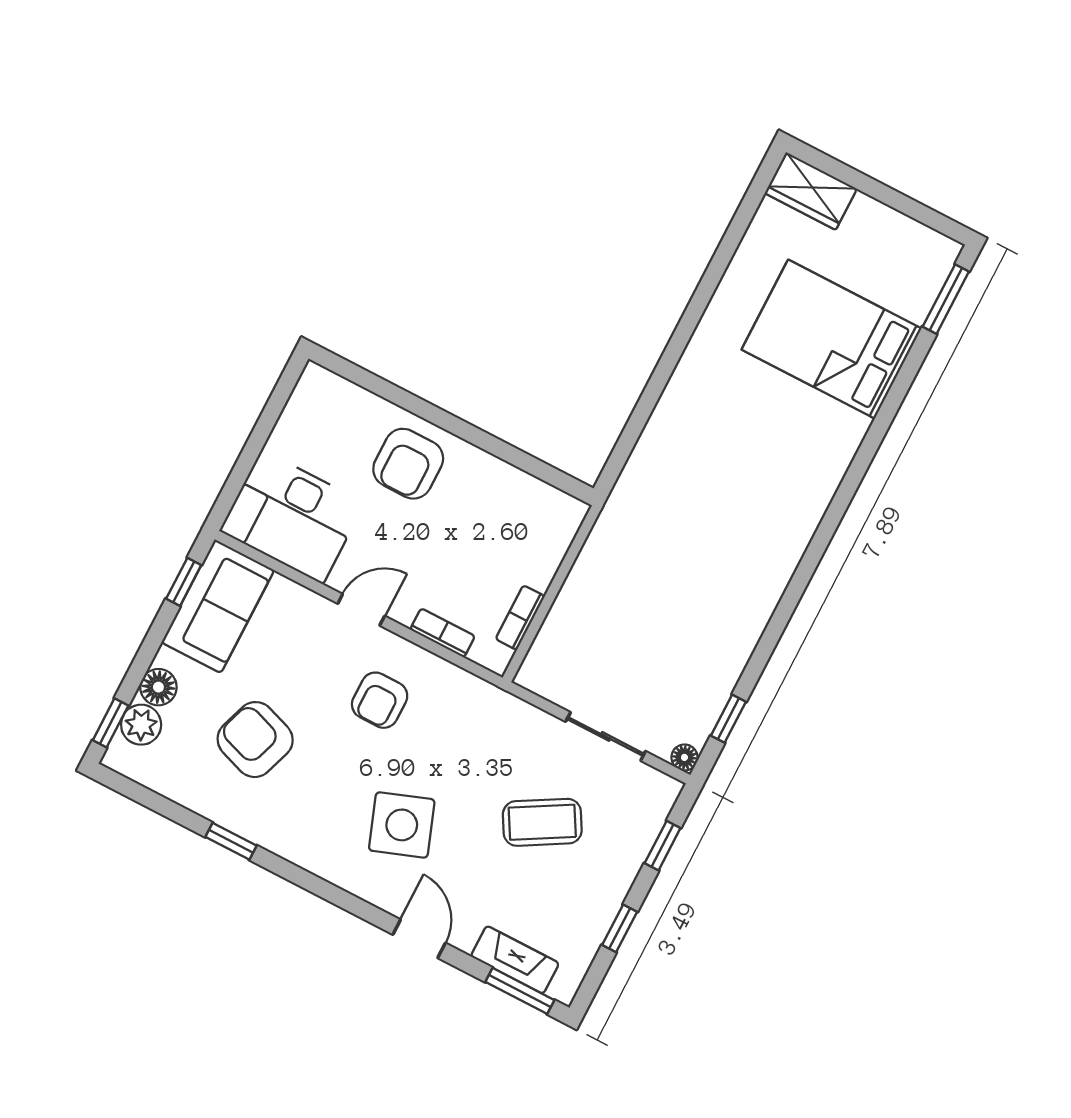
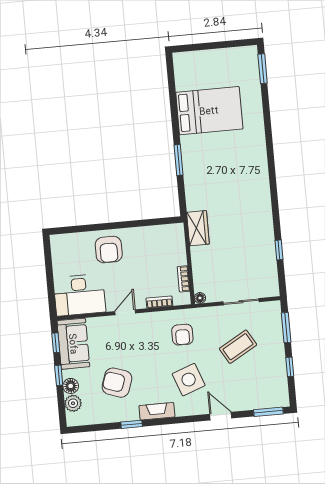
wardrobe: (811, 191) -> (198, 228), moved, turned -90
bed: (832, 339) -> (209, 111), moved, turned 180
window: (662, 374) -> (179, 160), added
armchair: (380, 700) -> (182, 335), moved
window: (728, 719) -> (279, 250), moved
window: (111, 723) -> (59, 375), moved
floor lamp: (684, 757) -> (200, 298), moved
window: (663, 846) -> (286, 328), width x1.50
fireplace: (515, 960) -> (157, 411), moved

